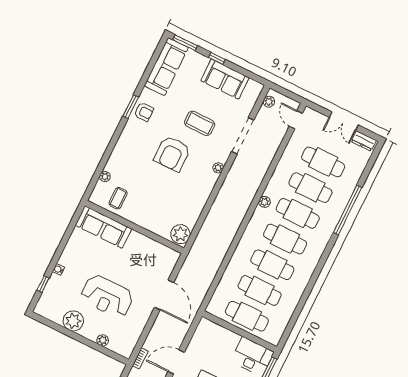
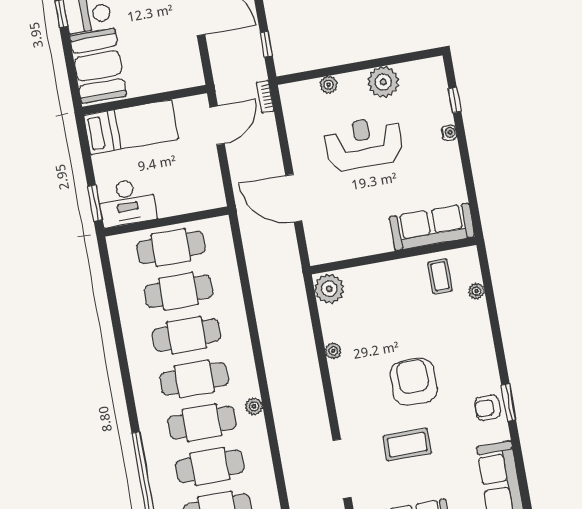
plant: (218, 168) -> (333, 351), moved

